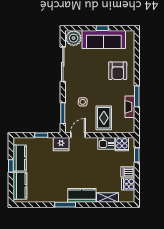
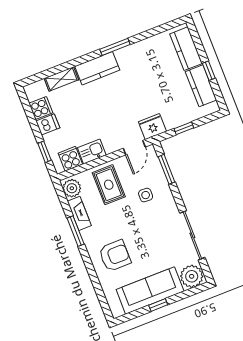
armchair: (118, 71) -> (115, 256), turned 90
plant: (128, 125) -> (72, 188), added

